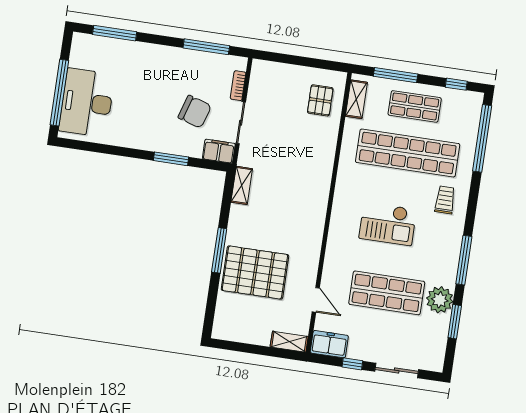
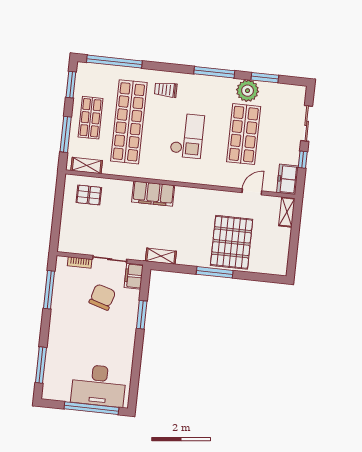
window: (456, 84) -> (71, 85), width x1.50
filing cabinet: (319, 179) -> (153, 194), added

